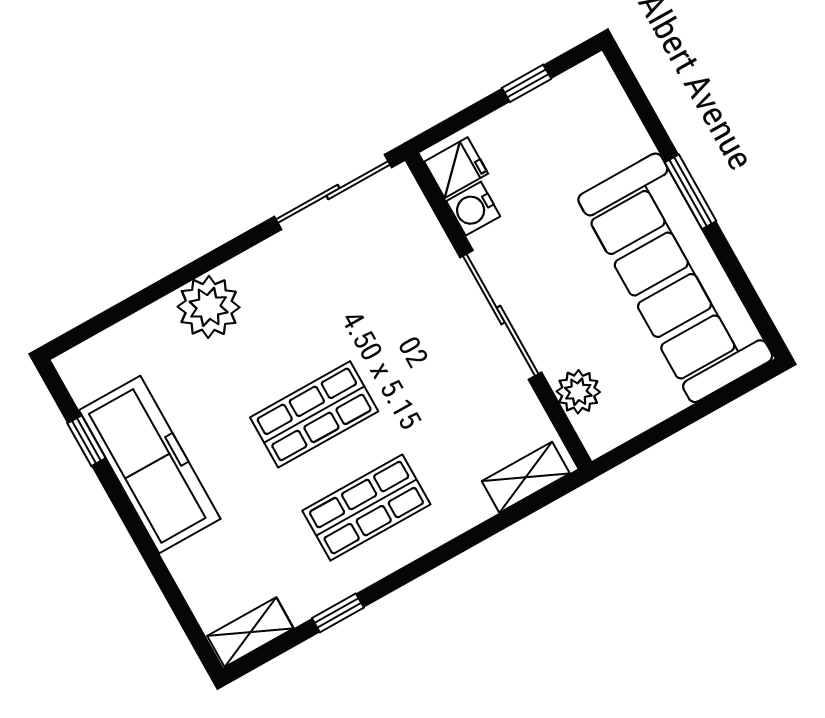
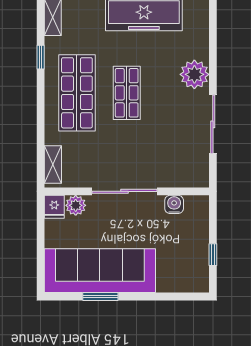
fridge: (456, 168) -> (54, 207), moved
sliding door: (333, 192) -> (213, 124), moved
window: (690, 192) -> (100, 297), moved
shop shelf: (366, 508) -> (77, 93), width x1.43, depth x1.36

